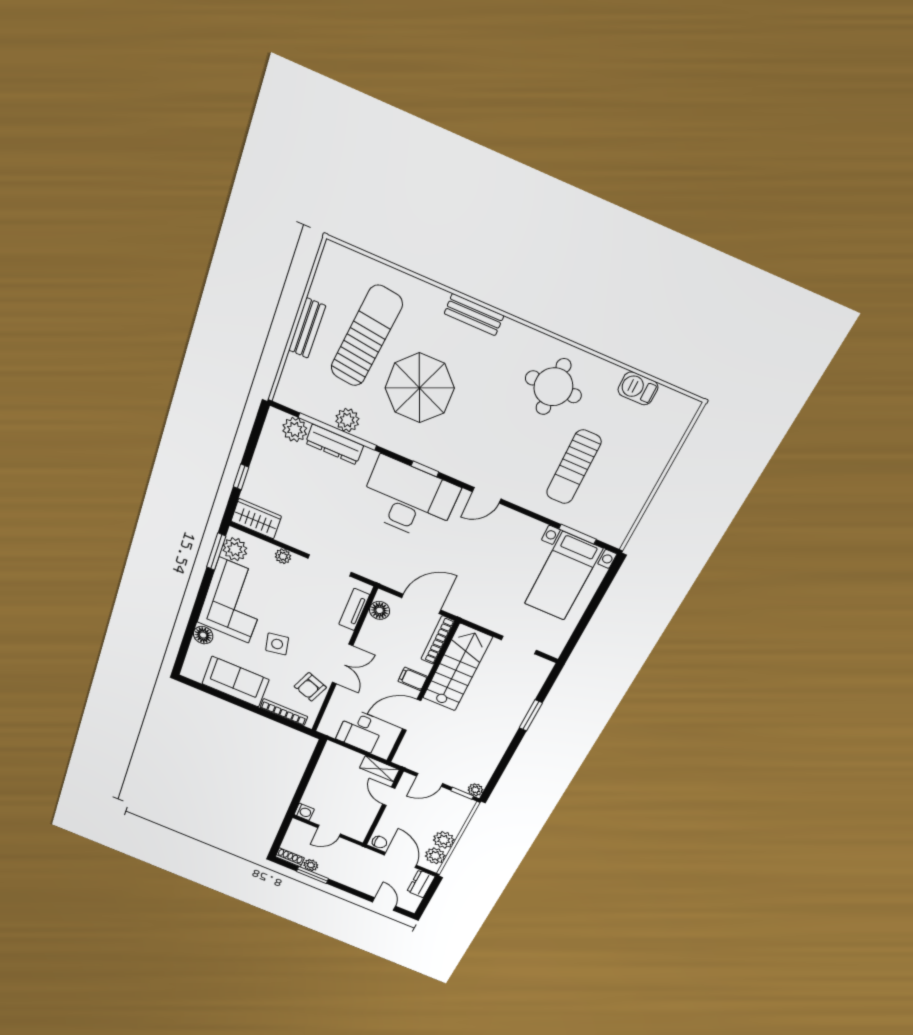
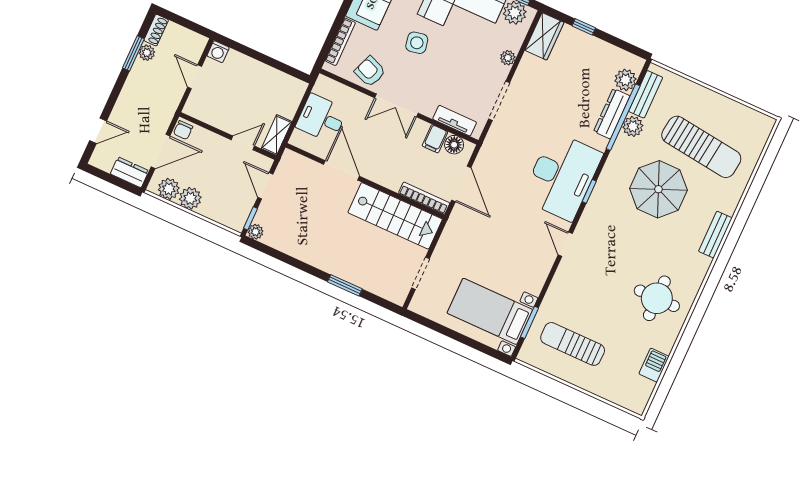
bench: (307, 328) -> (646, 94), moved, turned 90
sun lounger: (574, 467) -> (573, 344), moved
filing cabinet: (413, 679) -> (435, 139), moved, turned 180

